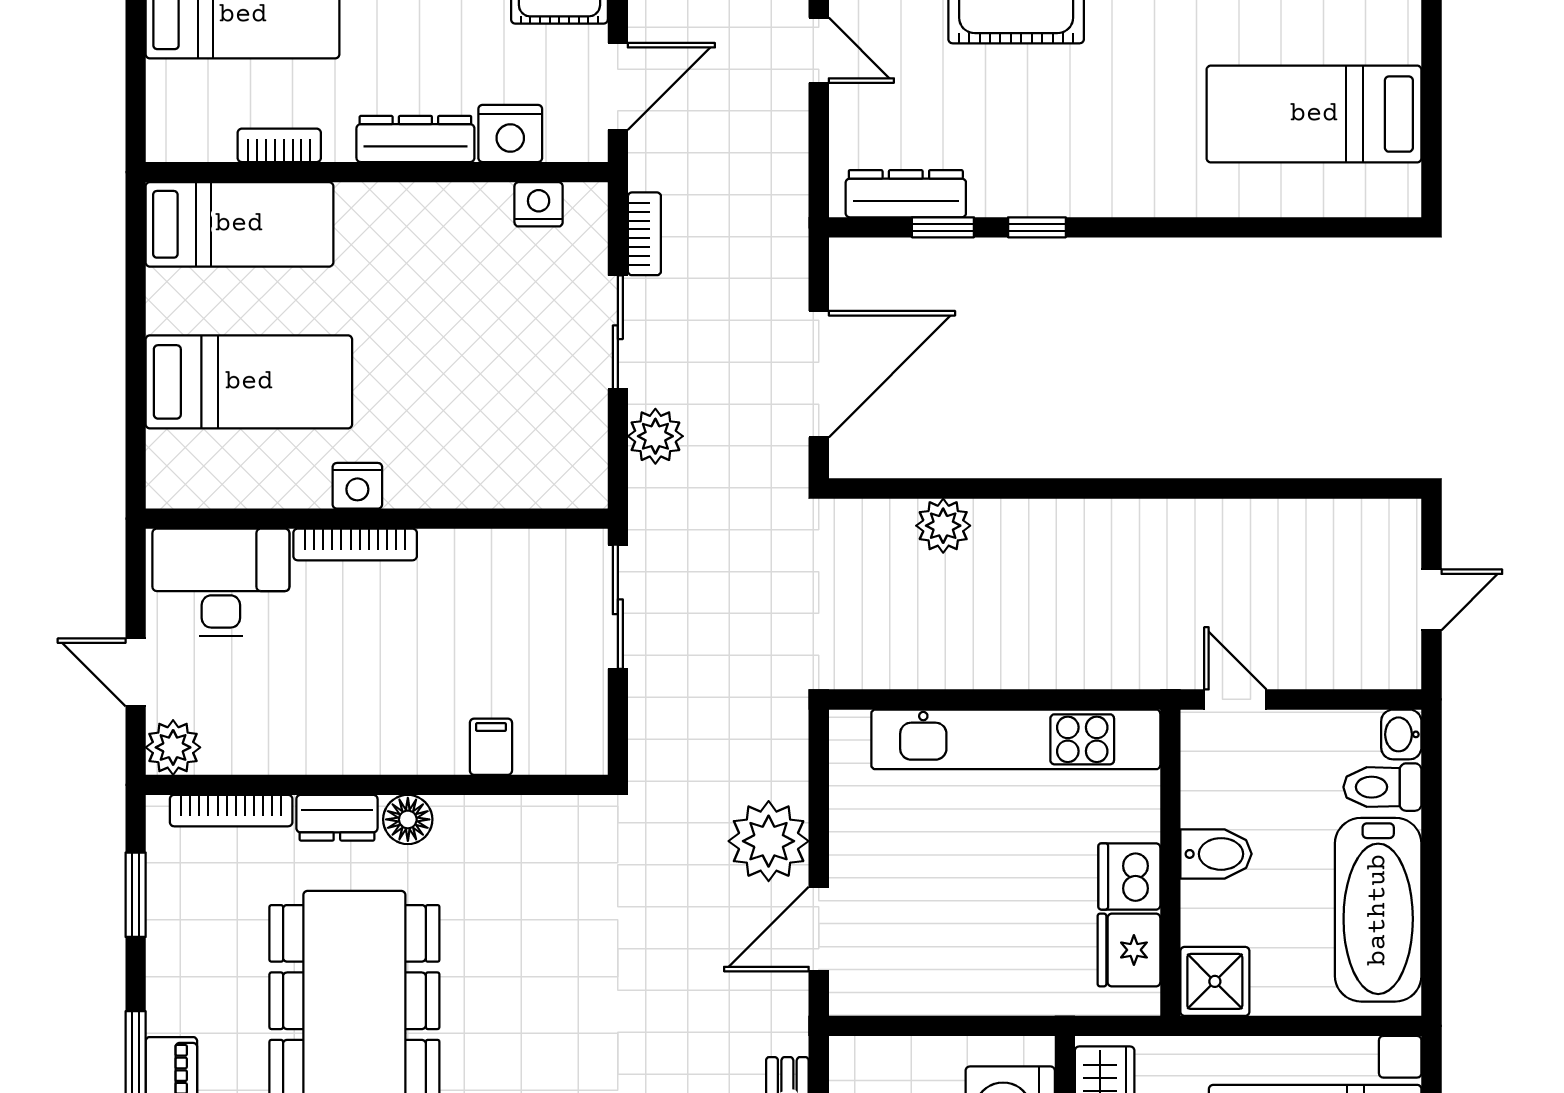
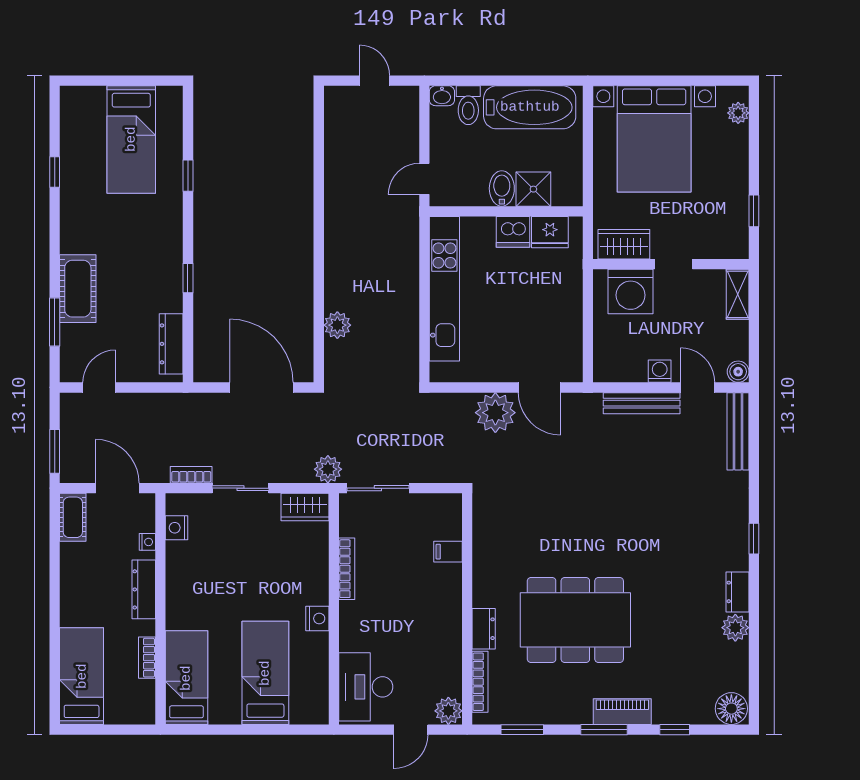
nightstand: (510, 133) -> (147, 542), width x0.53, depth x0.56
window: (943, 227) -> (188, 176), moved
plant: (655, 436) -> (328, 469), moved
wardrobe: (580, 461) -> (305, 507), added
bookcase: (355, 544) -> (347, 569), moved
floor lamp: (408, 819) -> (485, 593), removed
shower: (1215, 981) -> (533, 189), moved

